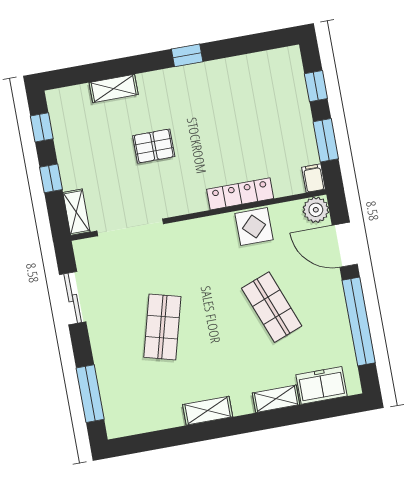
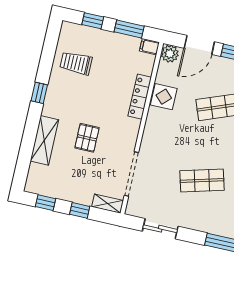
shelving: (114, 88) -> (44, 140), width x1.50, depth x1.33
trolley: (249, 88) -> (76, 63), added
shop shelf: (162, 327) -> (202, 181), turned -30

